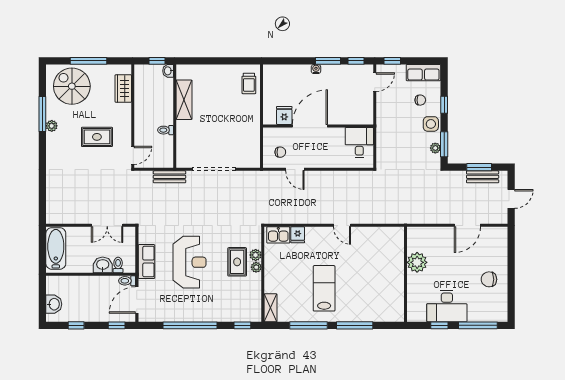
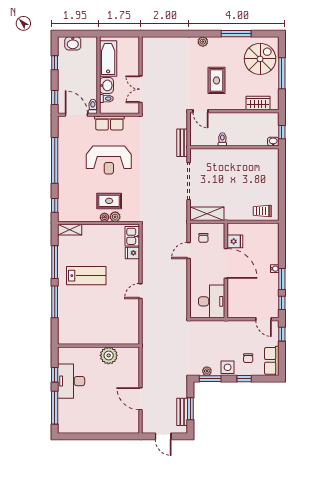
shelving: (184, 100) -> (207, 214), moved
plant: (52, 126) -> (203, 42), moved
desk: (359, 142) -> (212, 301), width x1.37
bathtub: (56, 248) -> (108, 59), moved, turned -90
chair: (489, 279) -> (94, 417), removed

